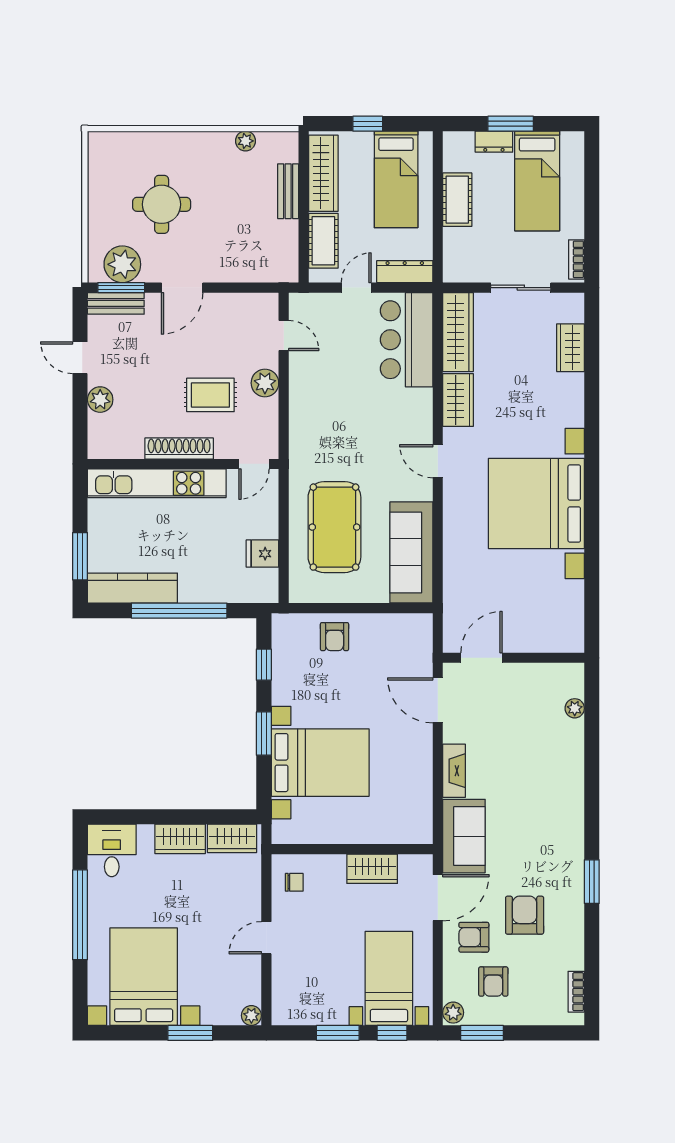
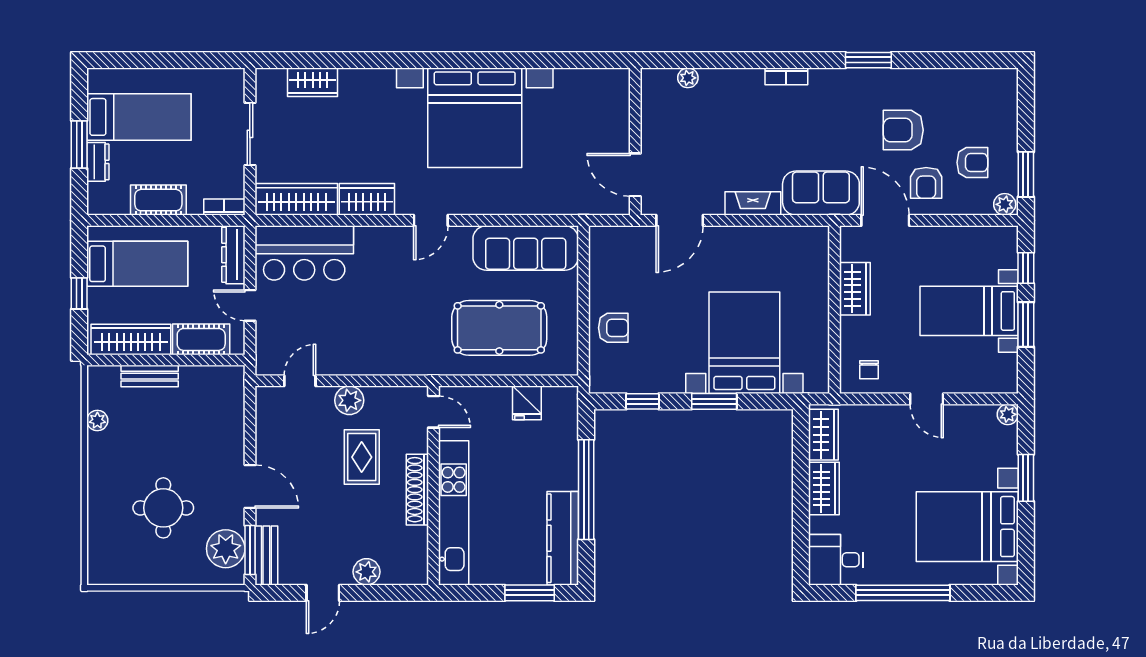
bookcase: (576, 259) -> (224, 207), moved, turned 180
chair: (294, 882) -> (869, 370), turned 180
bed with nightstands: (389, 978) -> (969, 311), moved
bookcase: (576, 992) -> (786, 76), moved

